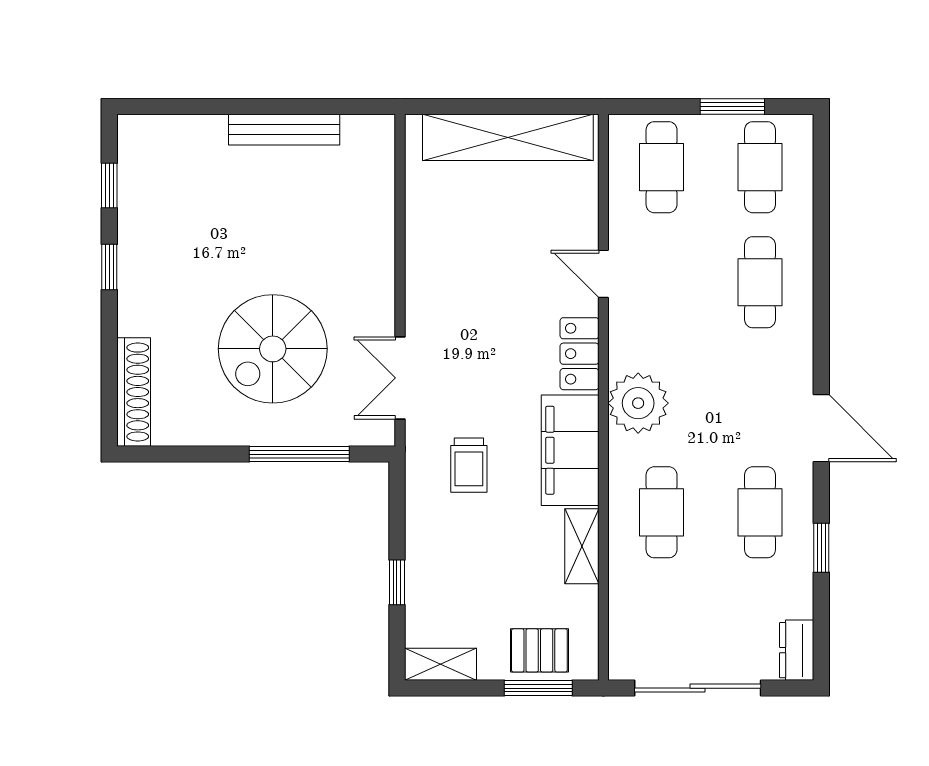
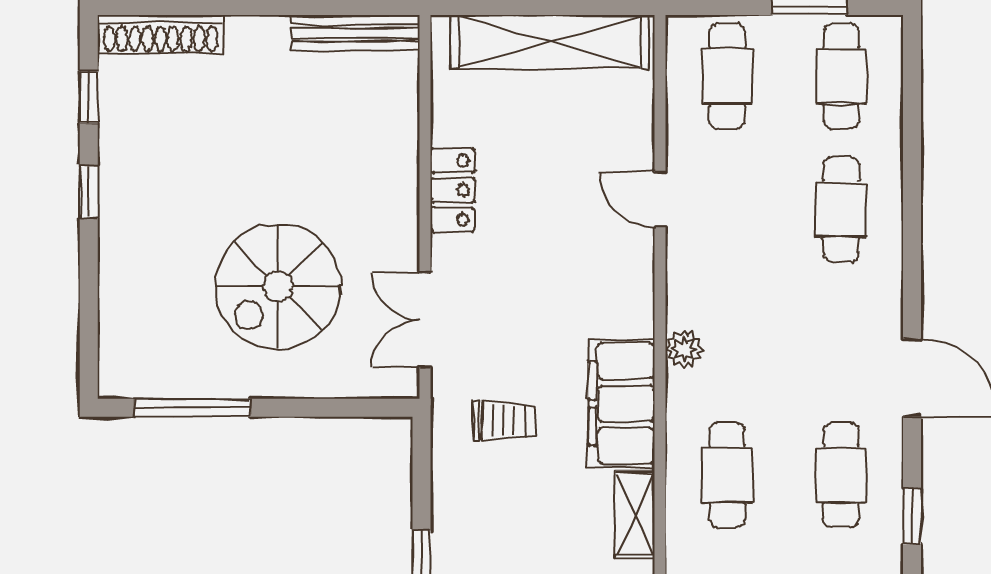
bench: (284, 130) -> (356, 33), moved
locker: (579, 354) -> (453, 190), moved, turned 180
shoe rack: (134, 392) -> (161, 34), moved, turned 90
plant: (638, 403) -> (684, 349), width x0.53, depth x0.53
window: (299, 454) -> (193, 408), moved
trolley: (469, 465) -> (505, 421), turned -90

